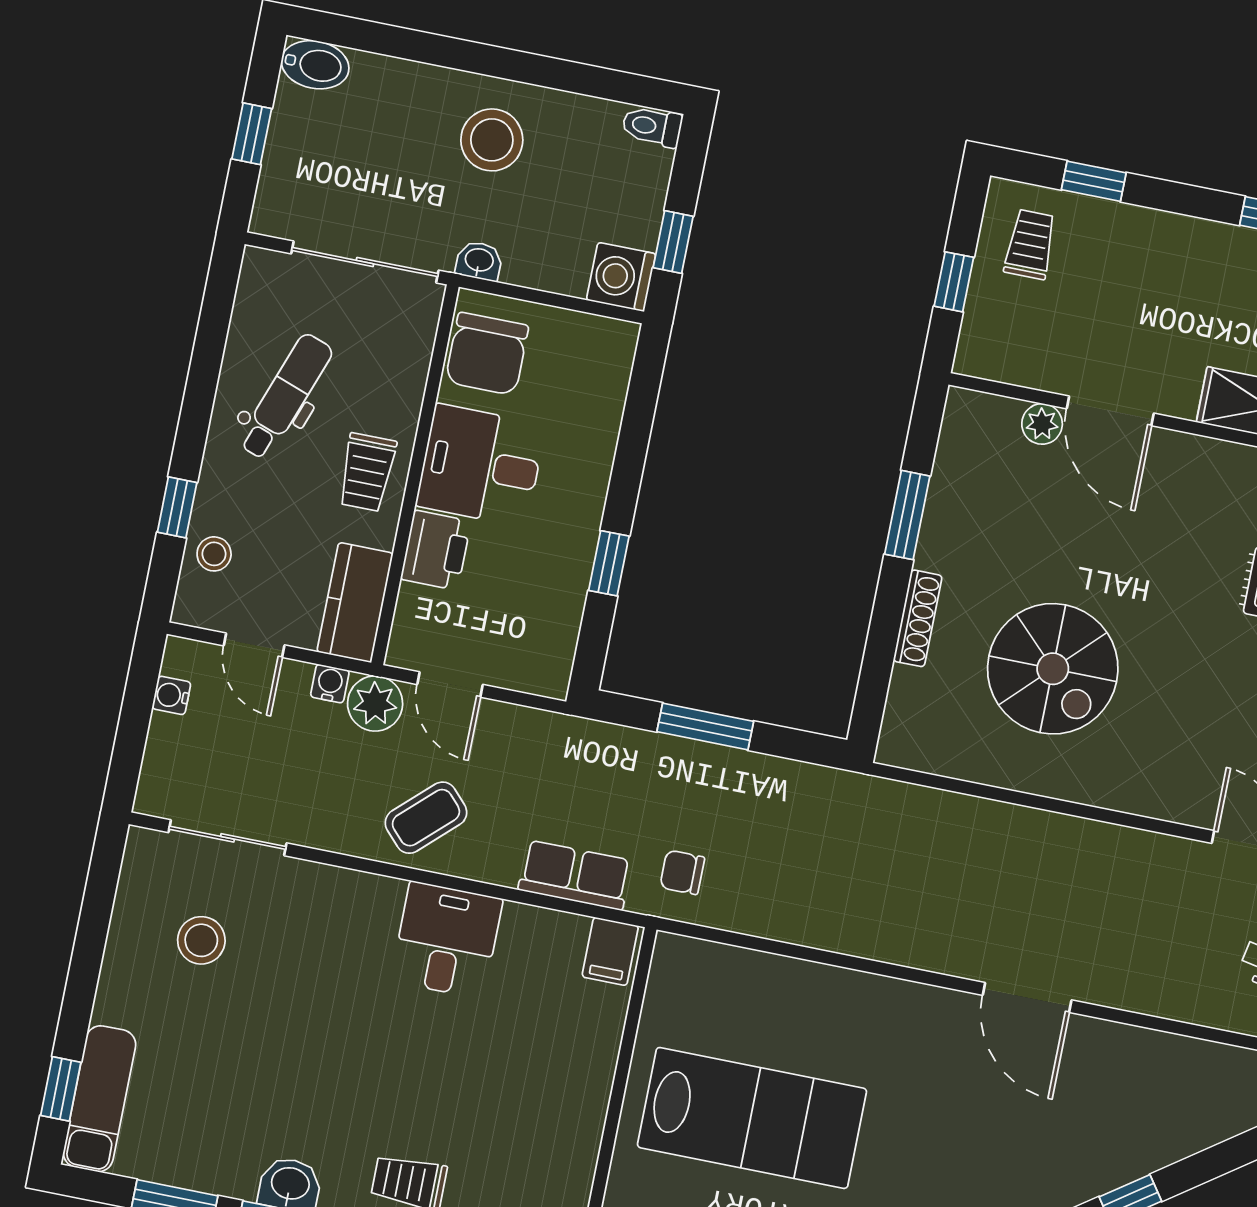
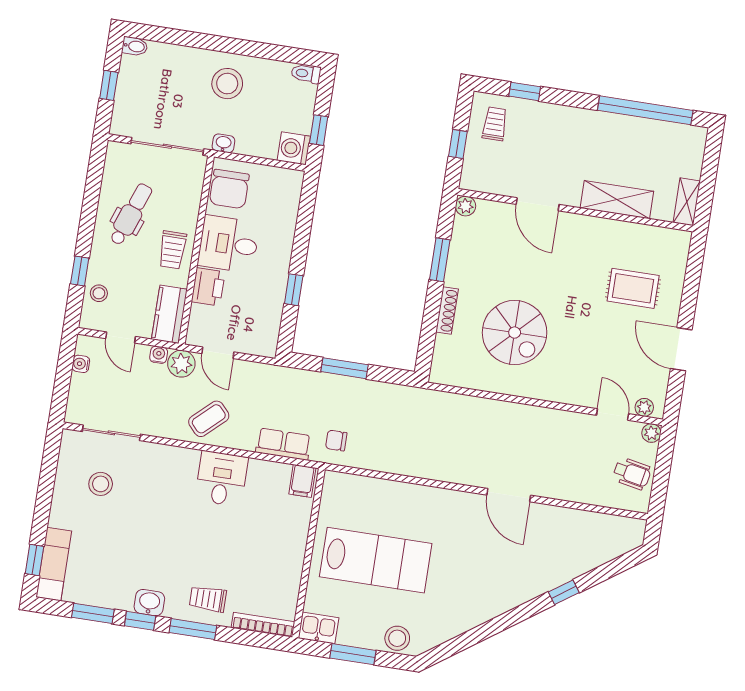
bidet: (315, 65) -> (135, 46), width x0.72, depth x0.74
plant: (1042, 424) -> (466, 206), moved

